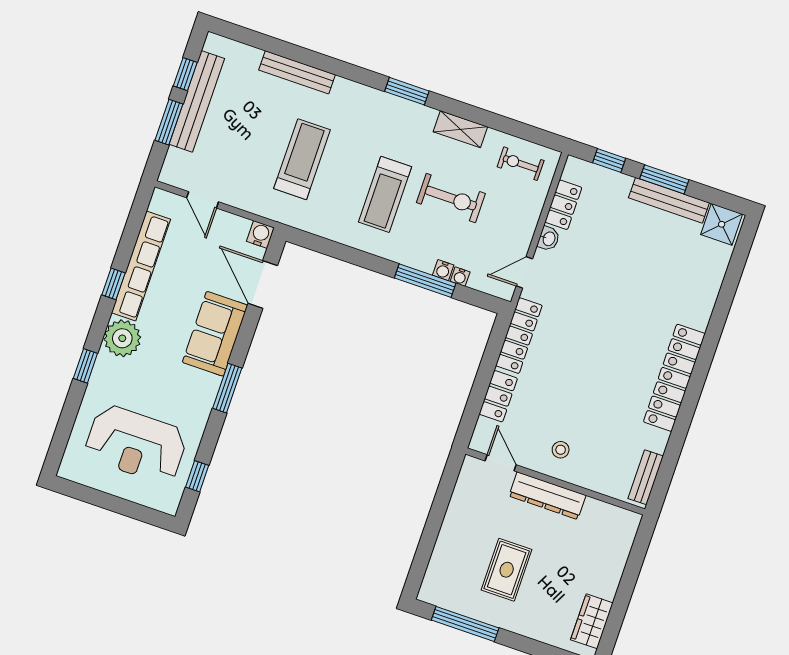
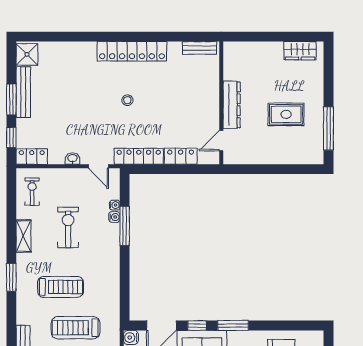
exercise bike: (521, 164) -> (32, 192), turned 180
treadmill: (385, 194) -> (61, 287), moved
locker: (563, 205) -> (32, 157), moved
stool: (561, 450) -> (127, 100), moved
window: (197, 476) -> (197, 325), moved

